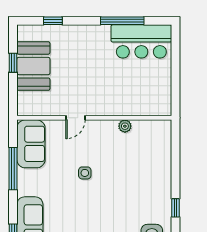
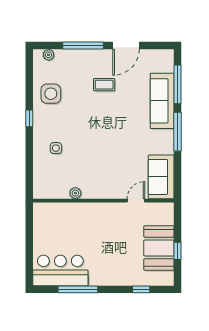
door: (75, 118) -> (136, 201), moved
window: (13, 169) -> (178, 132), moved
side table: (85, 173) -> (56, 148), moved

